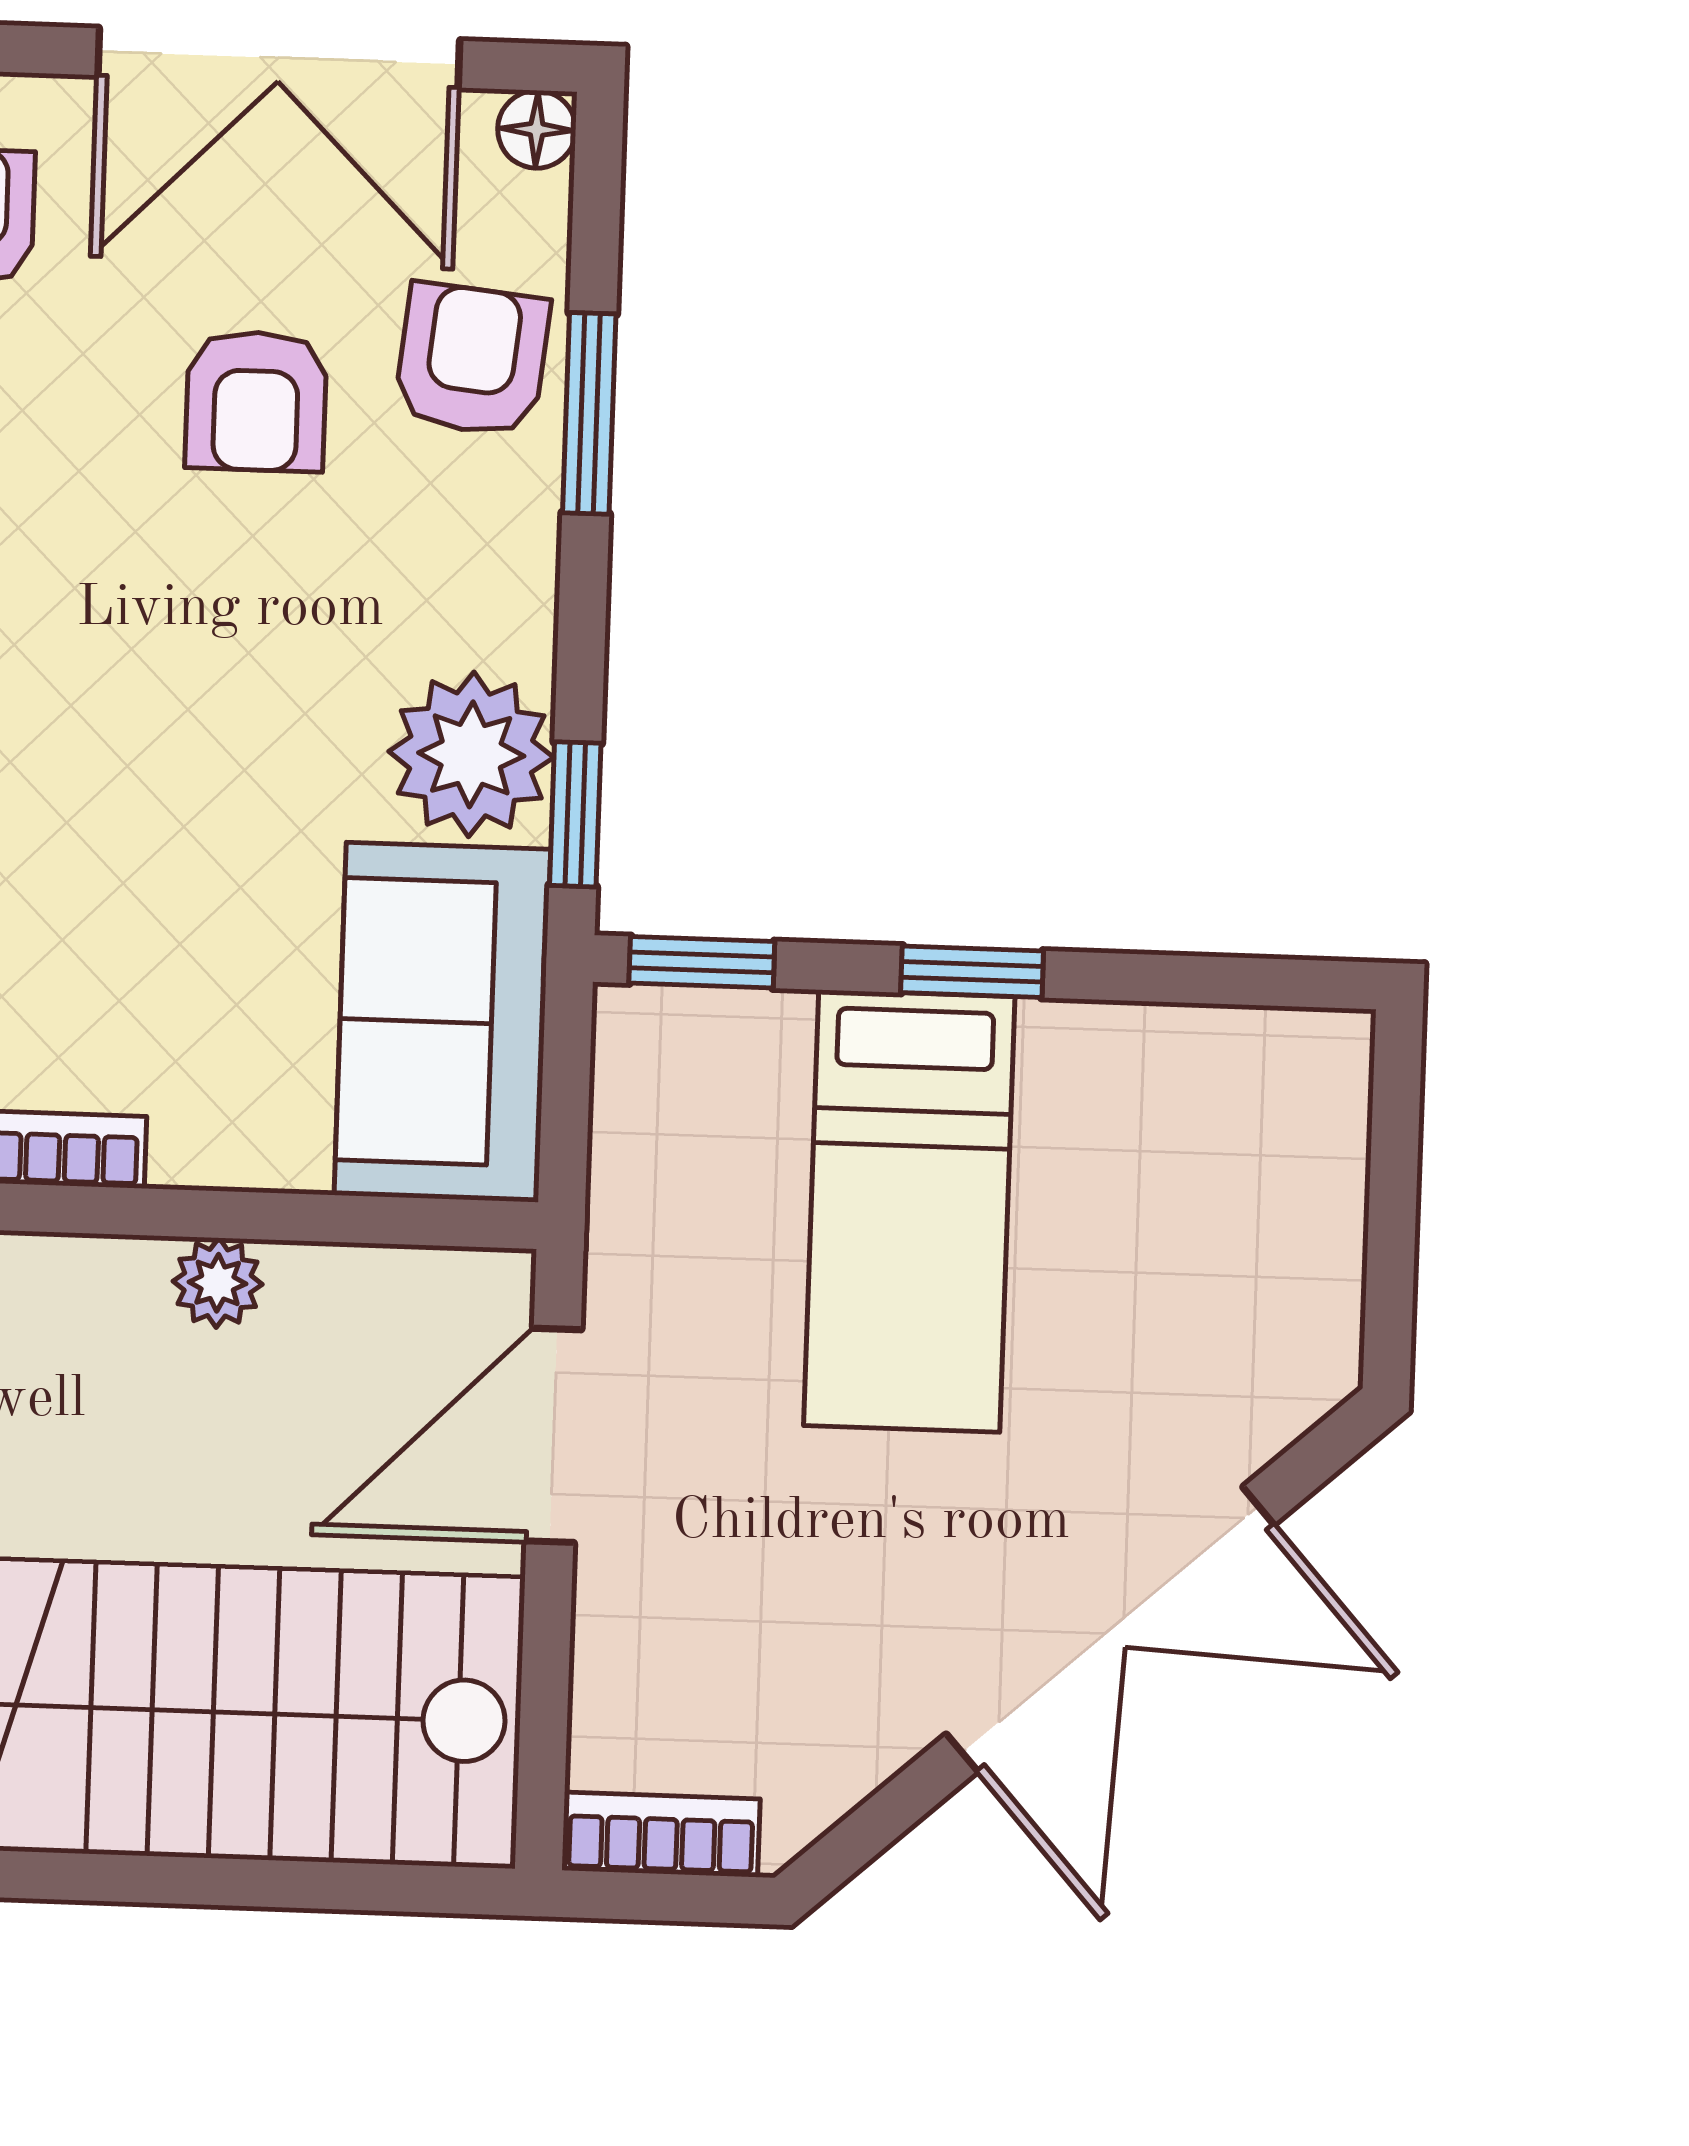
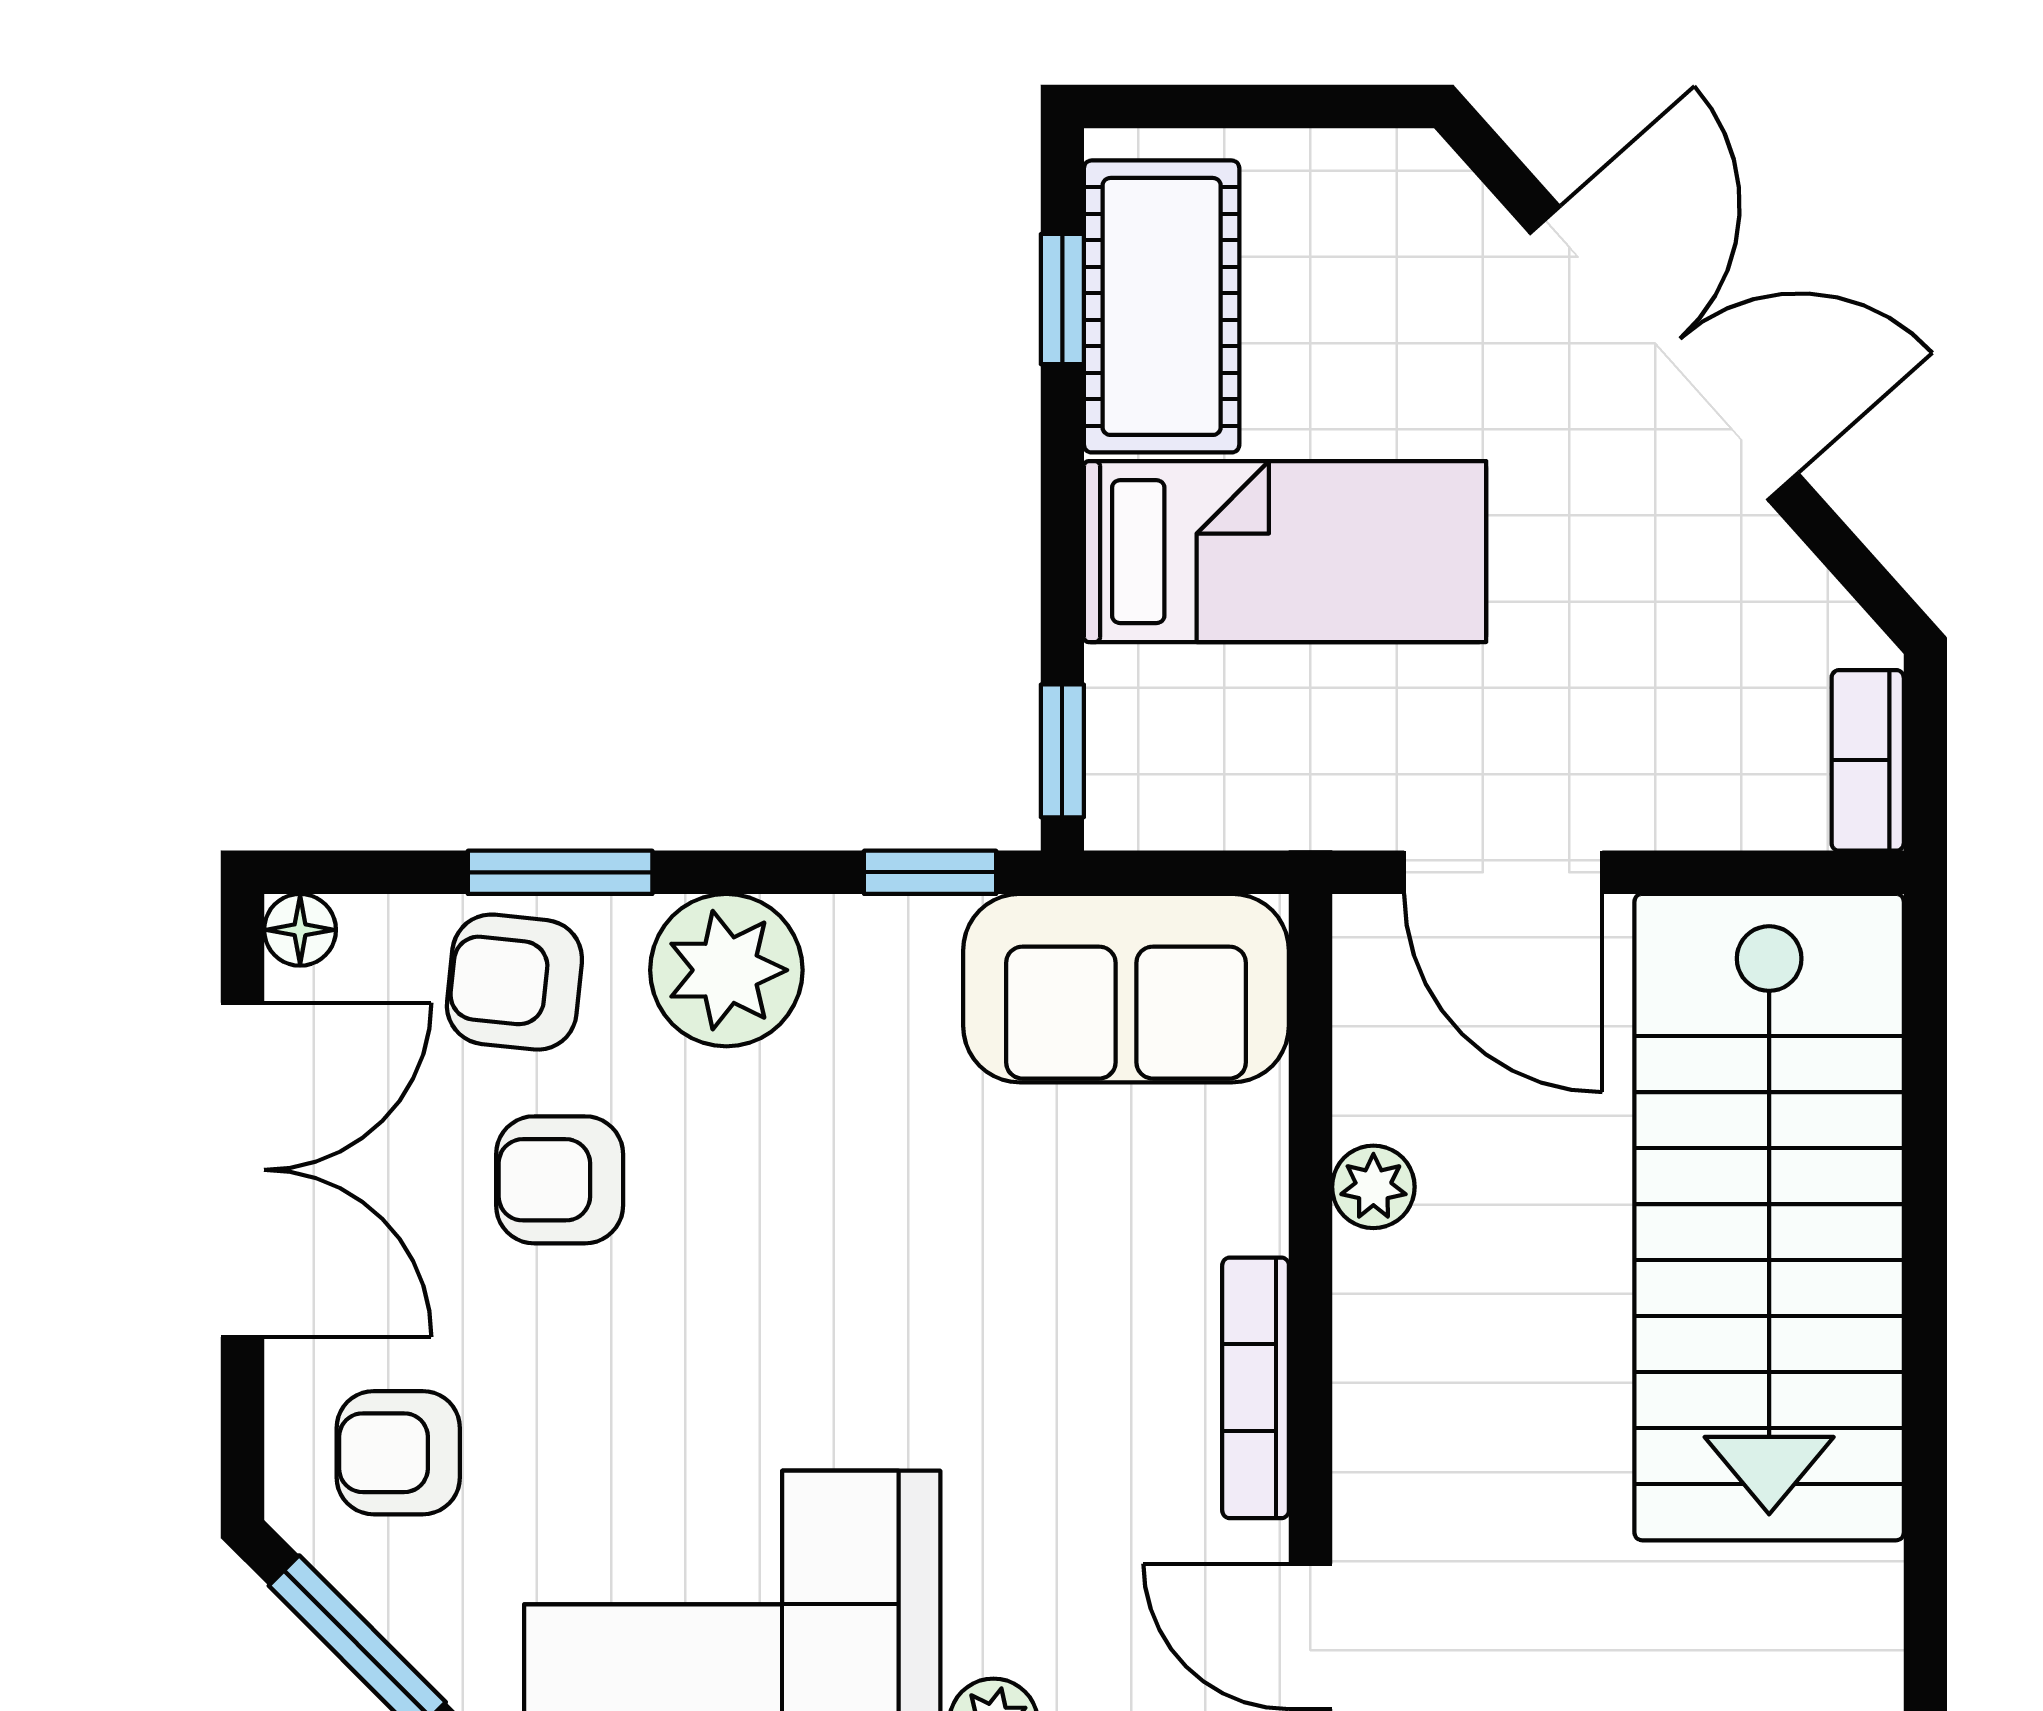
armchair: (256, 401) -> (560, 1180), turned 180
plant: (471, 754) -> (726, 970), moved
window: (972, 972) -> (1062, 299), moved
cot: (1180, 1087) -> (1162, 306), added

